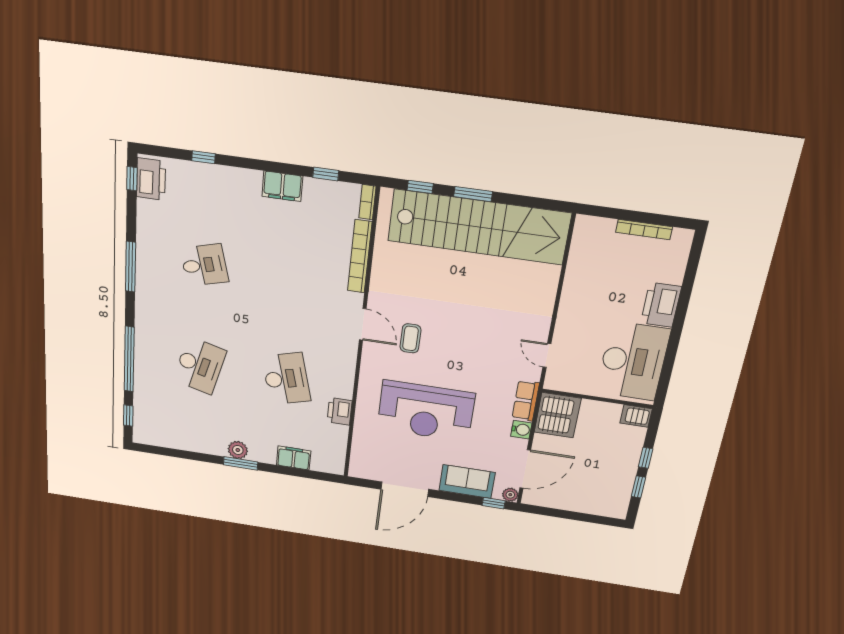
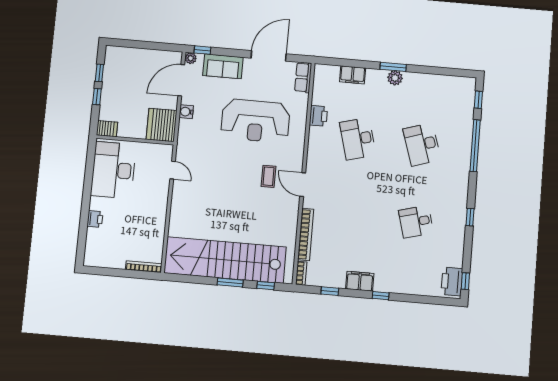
window: (204, 157) -> (381, 296), moved
bookcase: (644, 230) -> (144, 267), moved
window: (131, 267) -> (470, 217), width x0.46
printer: (661, 305) -> (95, 219), width x0.53, depth x0.68
desk: (200, 366) -> (422, 144), turned -33
row of seats: (526, 401) -> (303, 77), moved, turned 180
reception desk: (426, 411) -> (255, 121), turned 180

